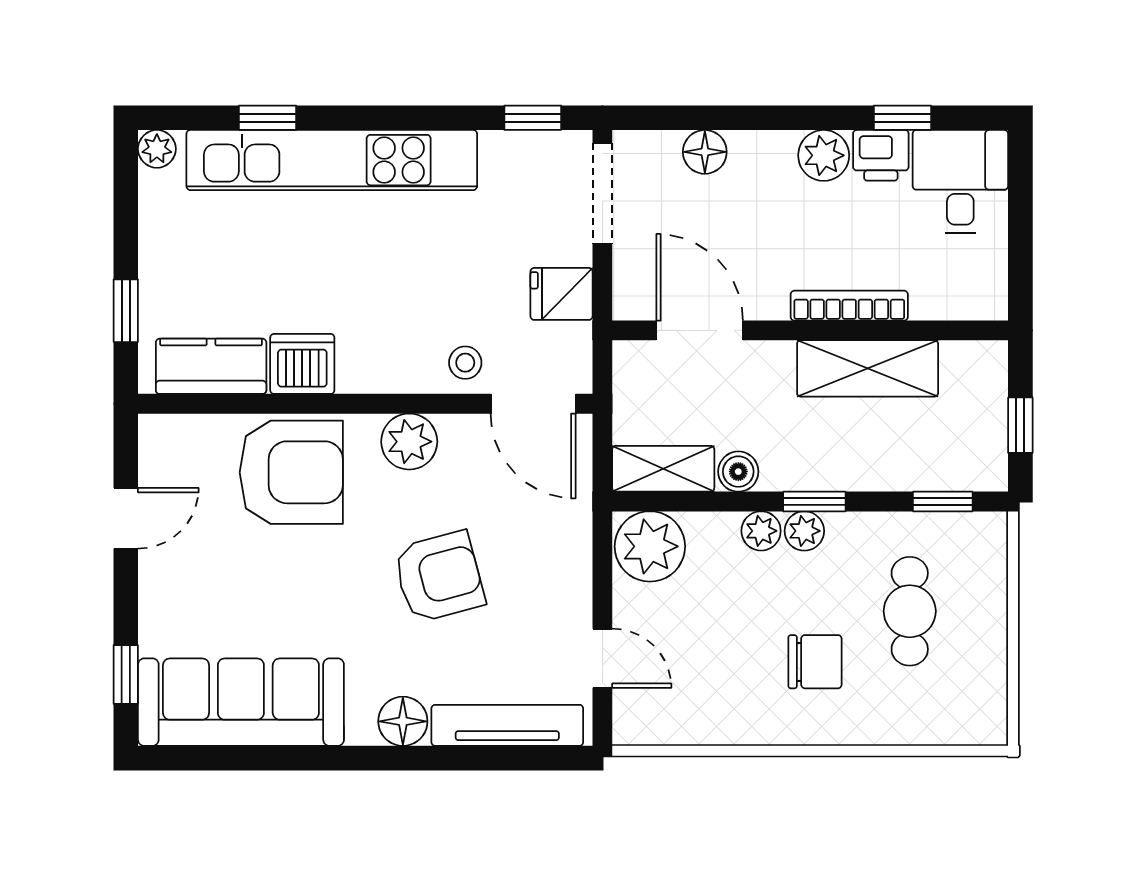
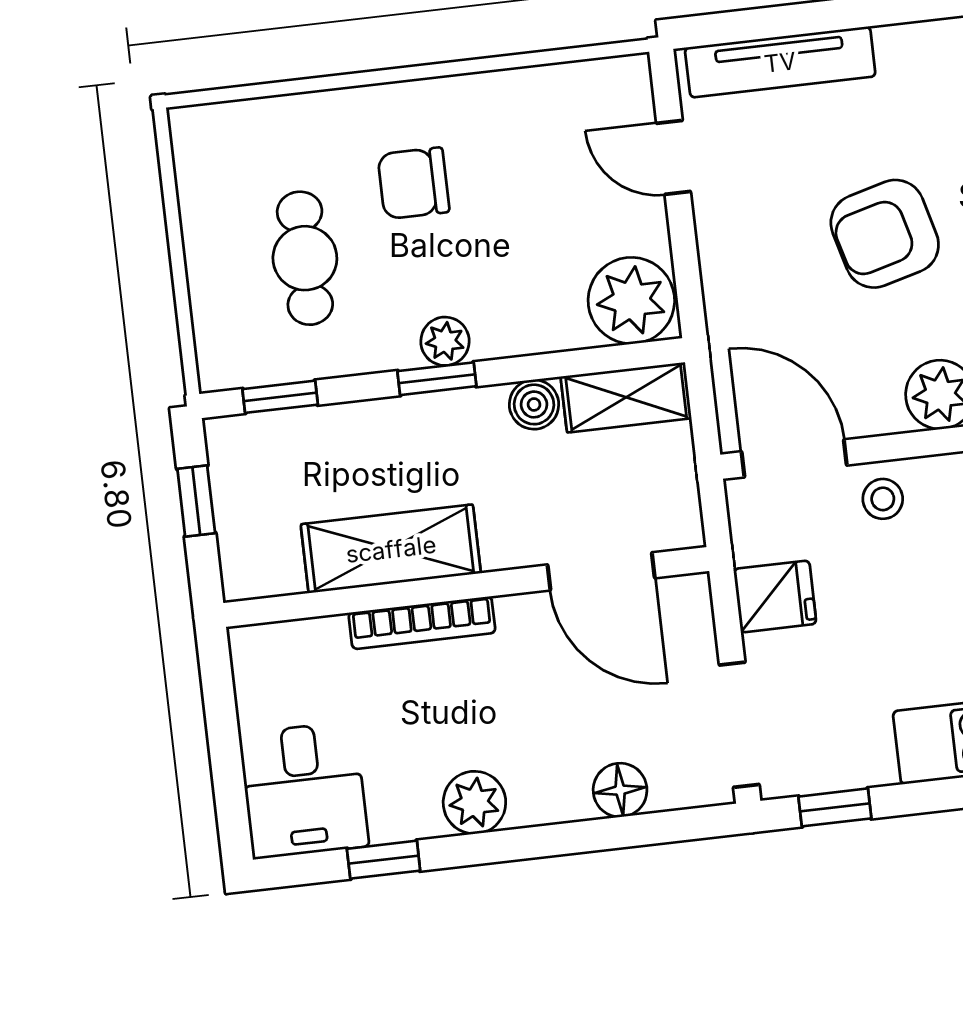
printer: (881, 155) -> (405, 811), removed
plant: (761, 531) -> (498, 335), removed
floor lamp: (403, 721) -> (908, 52), removed

